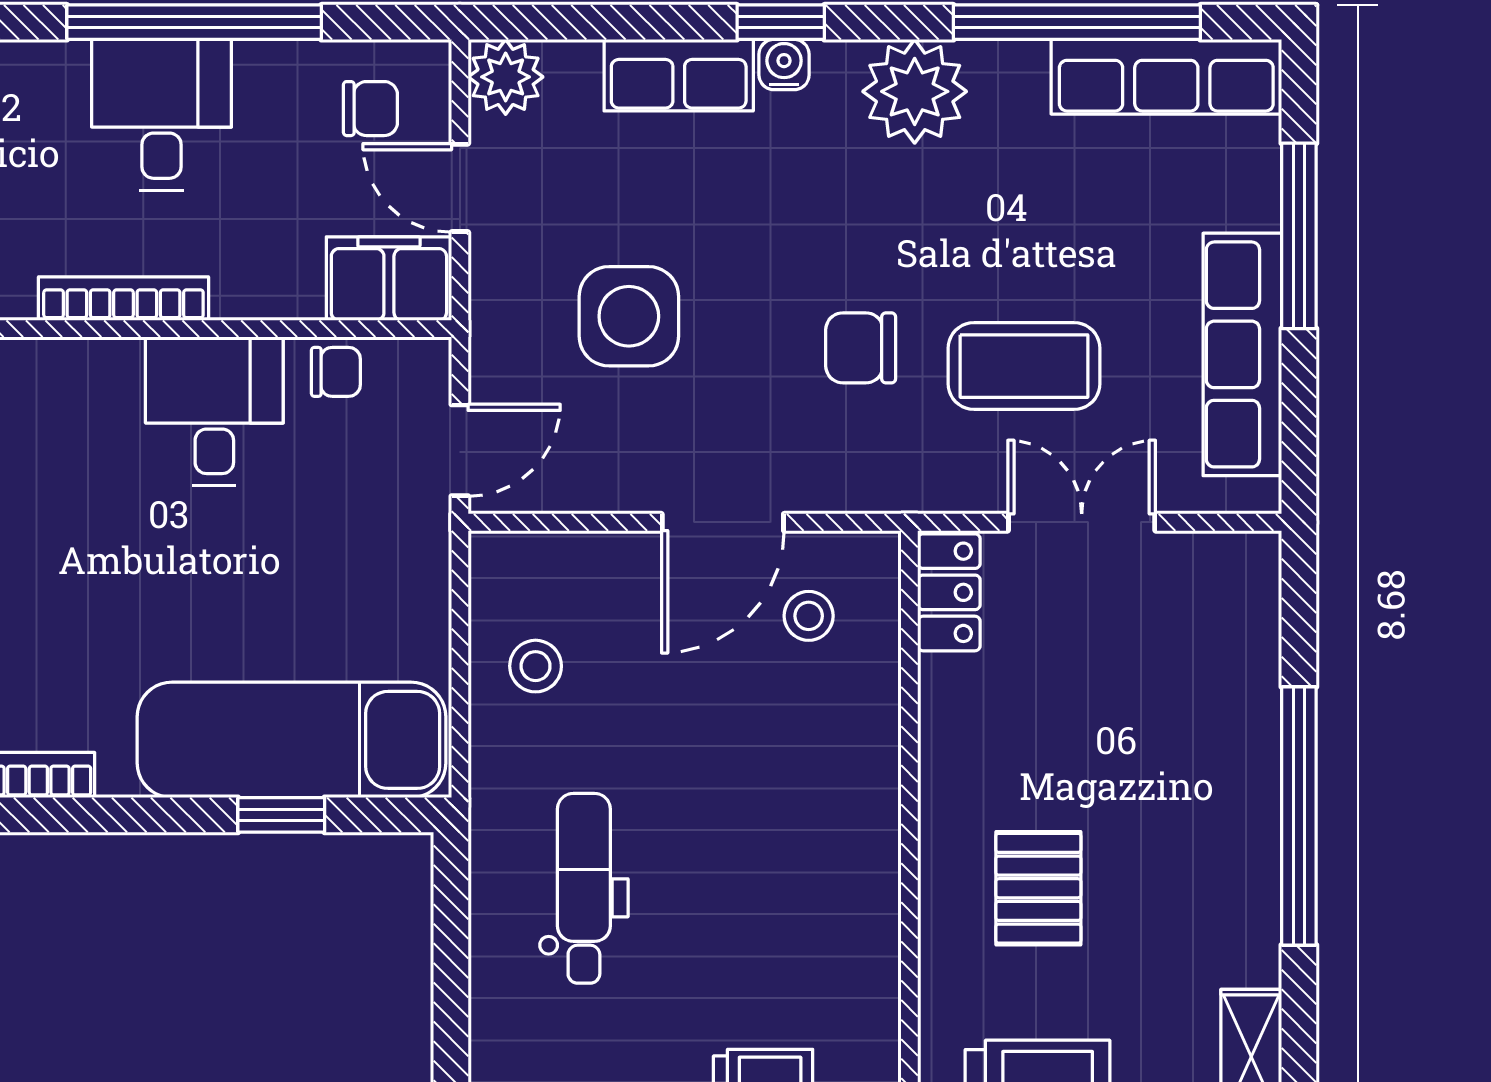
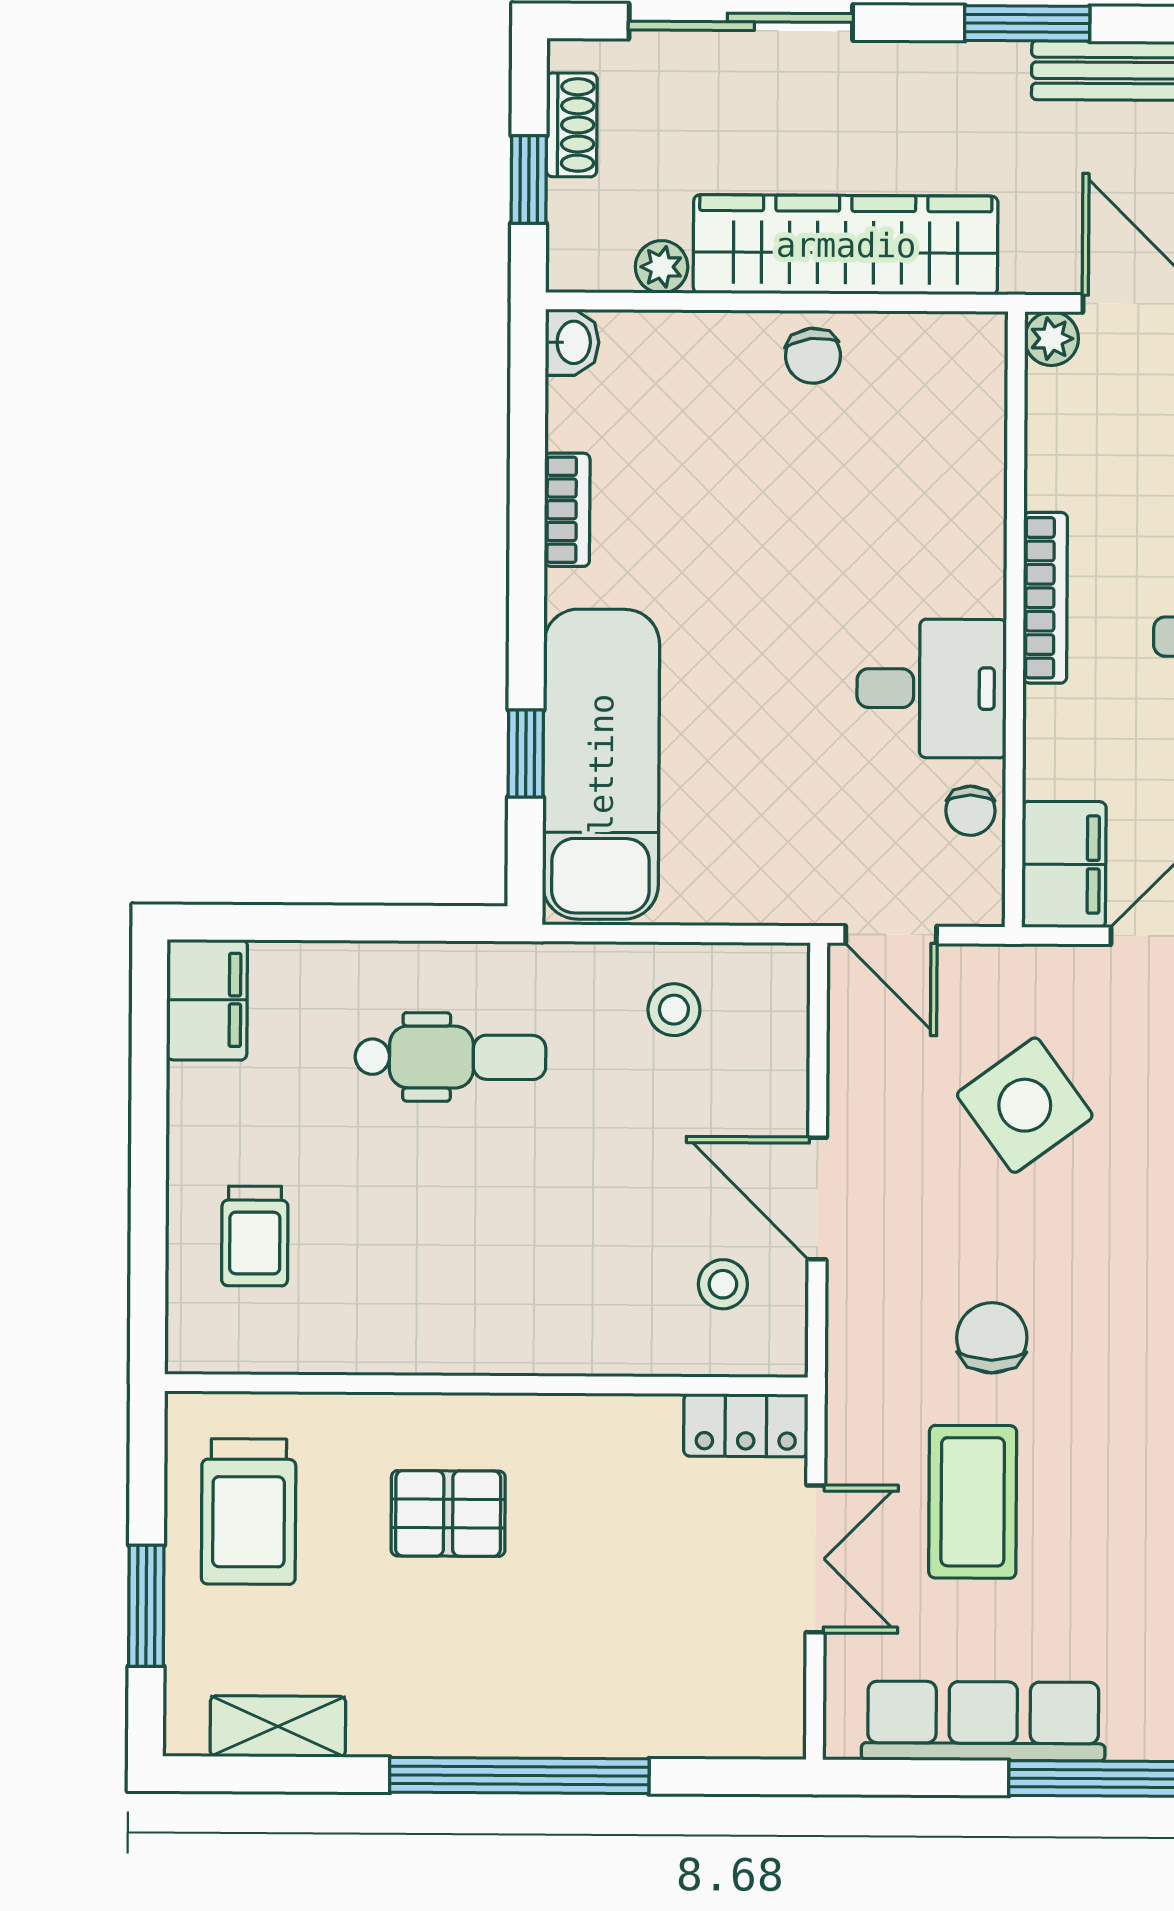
side table: (629, 316) -> (1025, 1105), turned -36

